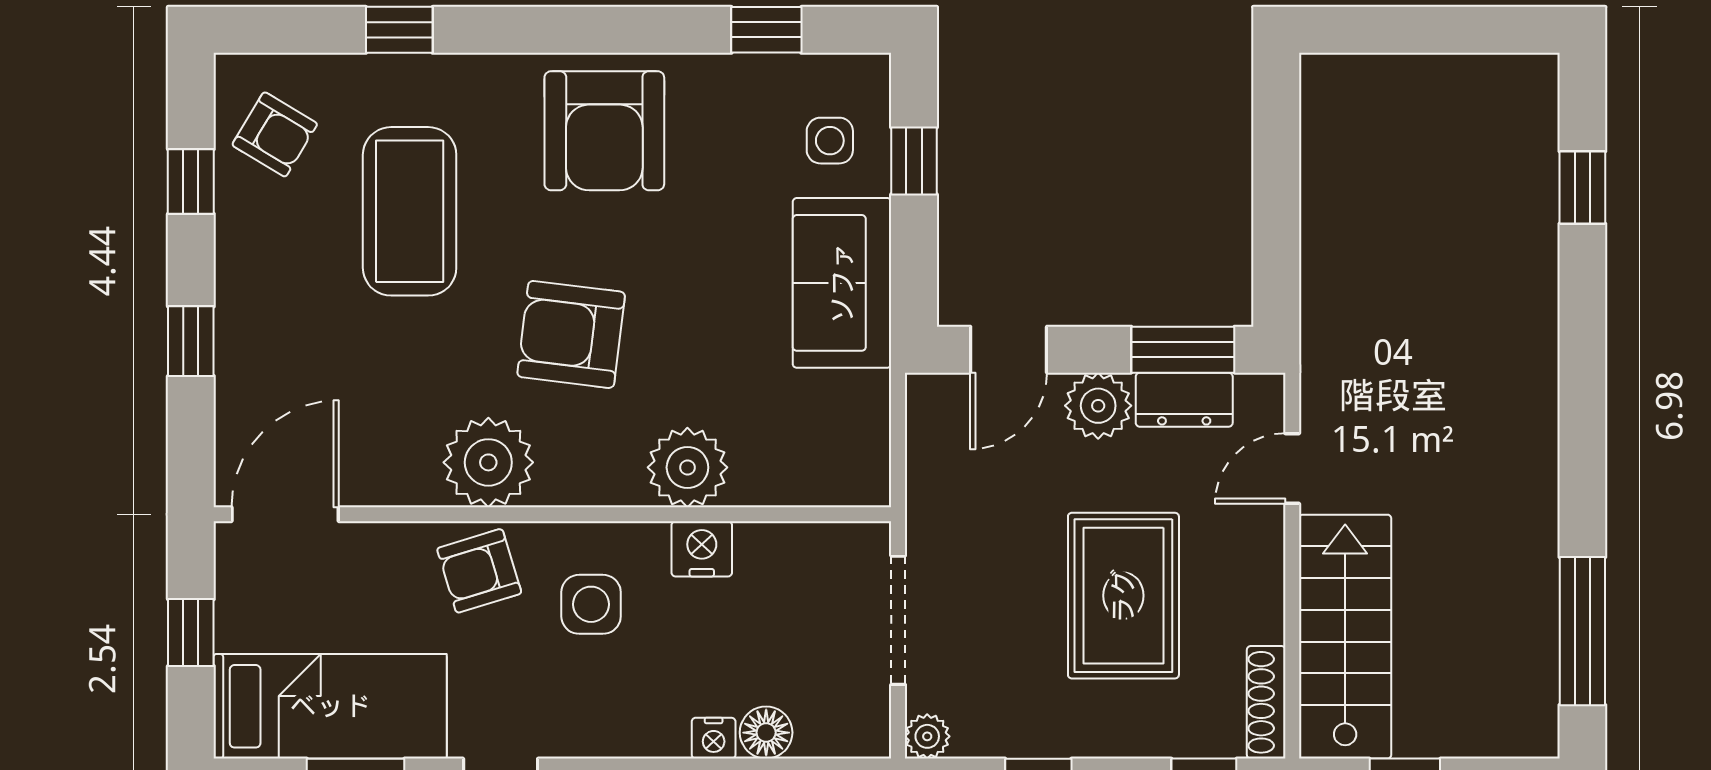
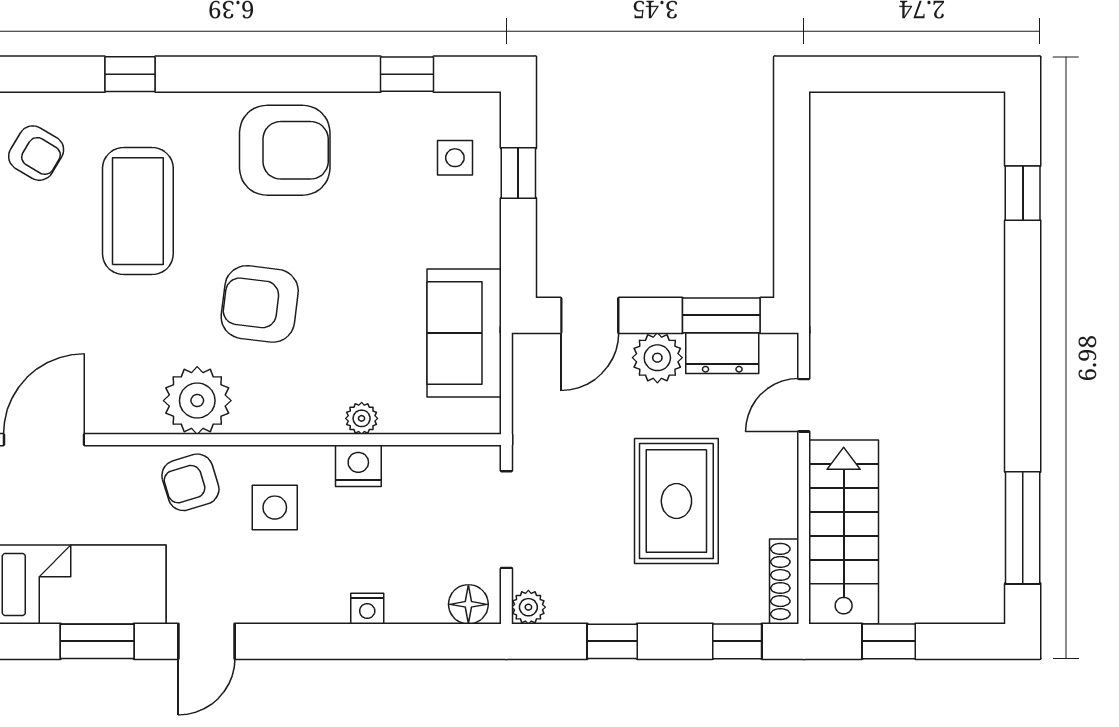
armchair: (604, 131) -> (285, 150), turned -90
sofa: (842, 283) -> (464, 333), moved
plant: (687, 467) -> (362, 418), width x0.53, depth x0.53
floor lamp: (766, 733) -> (468, 604), moved

